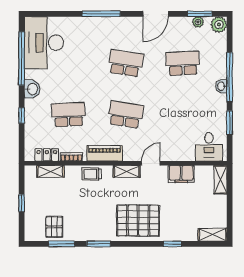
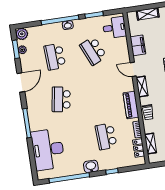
door: (156, 14) -> (21, 82), hinge flipped
desk: (44, 43) -> (48, 149), moved, turned 90
school desk: (126, 115) -> (93, 51), moved, turned -33
shelving: (220, 180) -> (148, 14), moved

